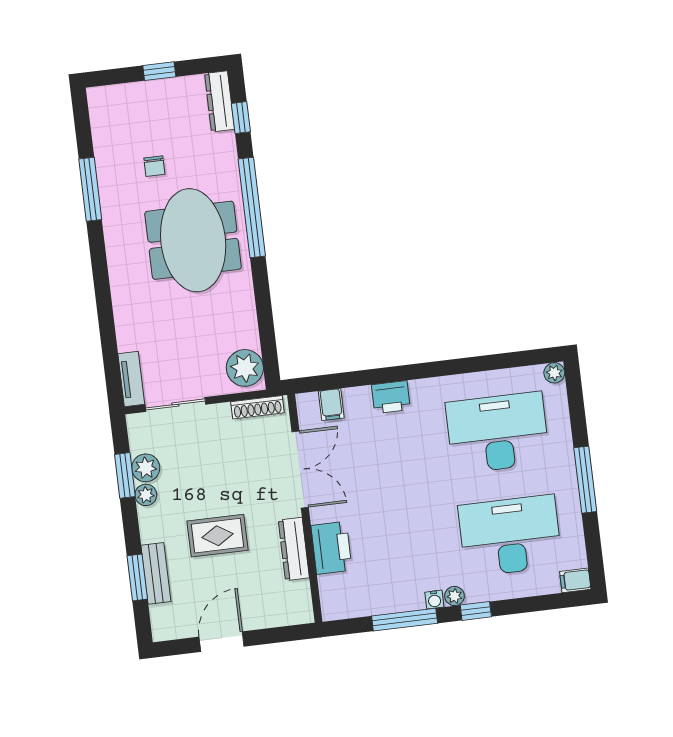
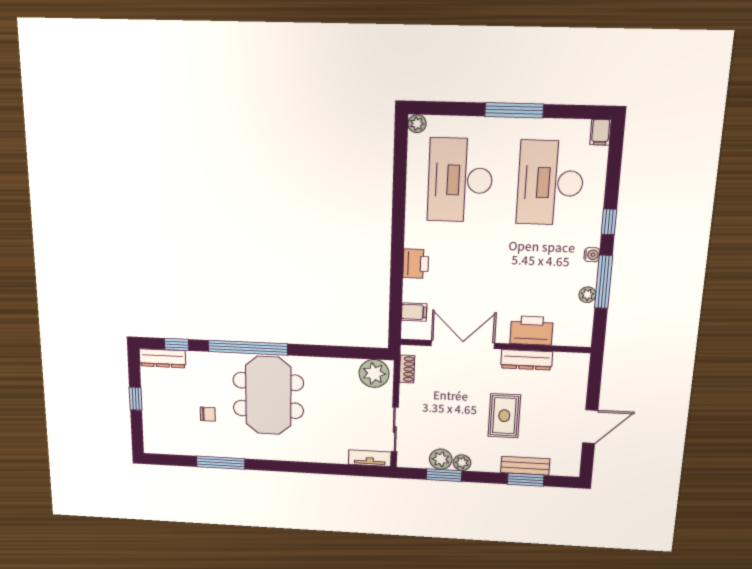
meeting table: (193, 240) -> (268, 396), turned 90
shoe rack: (257, 407) -> (407, 369), width x0.70
plant: (454, 596) -> (587, 295), moved
door: (222, 642) -> (590, 427), swing flipped

